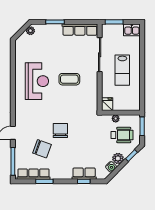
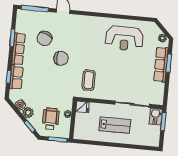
row of seats: (80, 30) -> (161, 65), moved
kitchen sink: (132, 30) -> (156, 117), moved
lab bench: (122, 70) -> (115, 125), turned 180
coffee table: (69, 79) -> (89, 80), moved
reception desk: (37, 81) -> (124, 38), moved
wheelchair: (122, 135) -> (51, 119), turned 180
row of seats: (34, 174) -> (19, 49), moved

